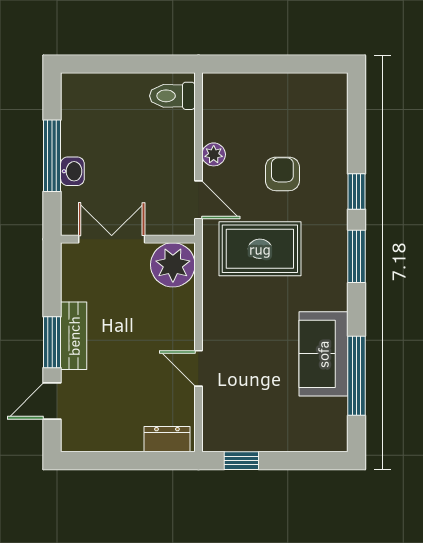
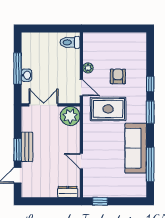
sofa: (323, 354) -> (136, 148), width x1.36

